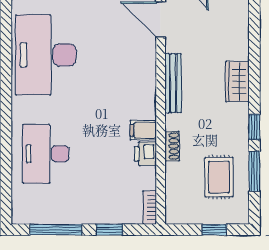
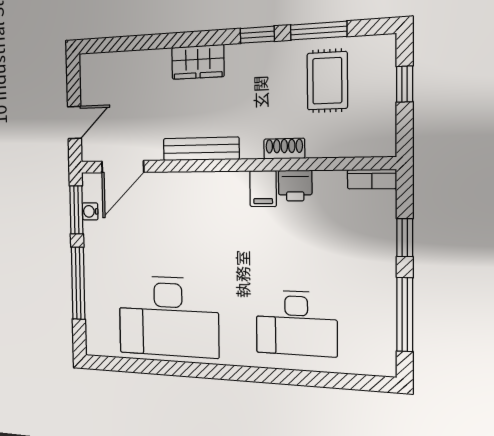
rug: (219, 177) -> (327, 81), turned 90

